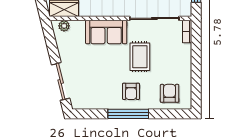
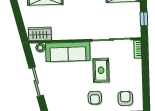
sofa: (106, 32) -> (68, 52), width x1.36
sliding door: (61, 81) -> (36, 82), moved

